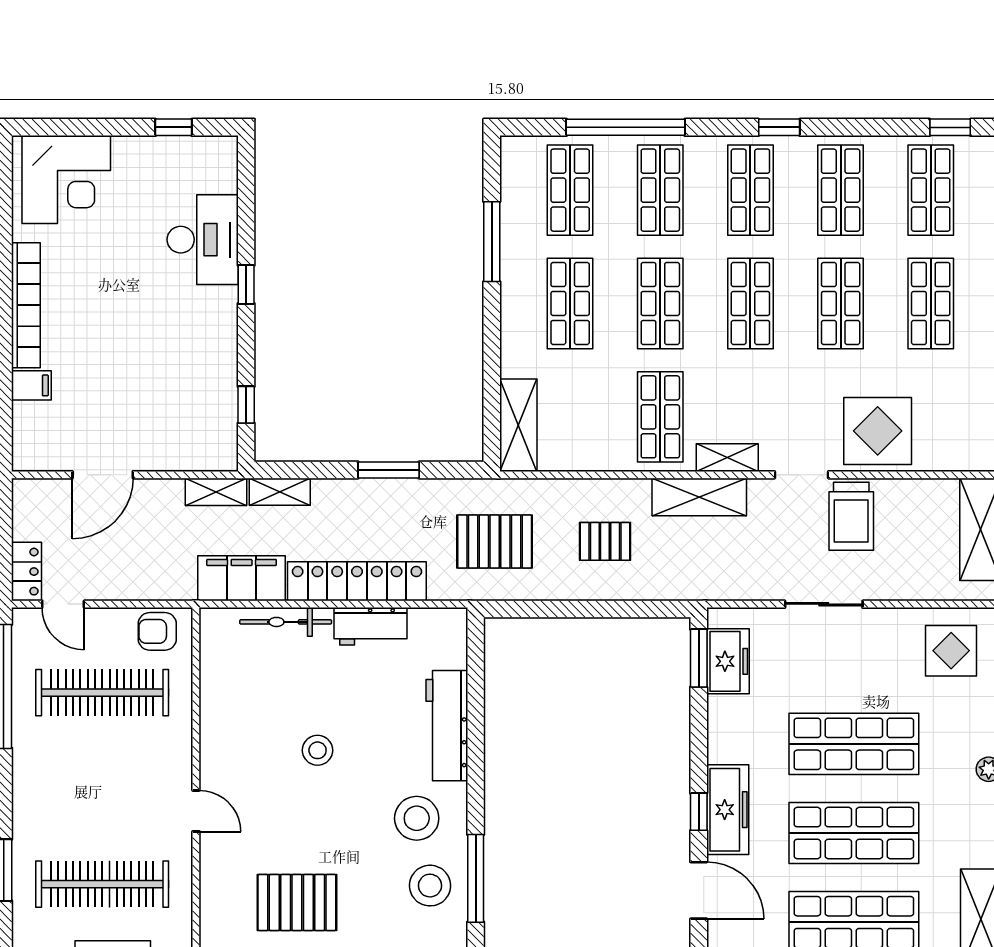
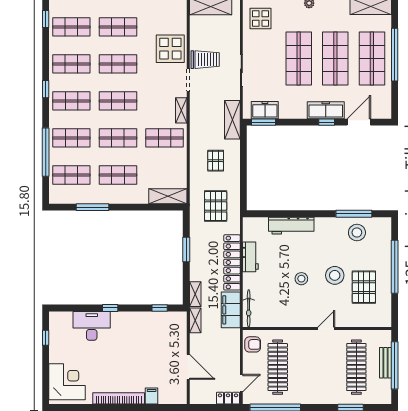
shelving: (699, 497) -> (232, 120), moved
bicycle: (286, 622) -> (249, 308), moved
armchair: (157, 631) -> (253, 344), turned -90
stool: (417, 818) -> (335, 275), moved

